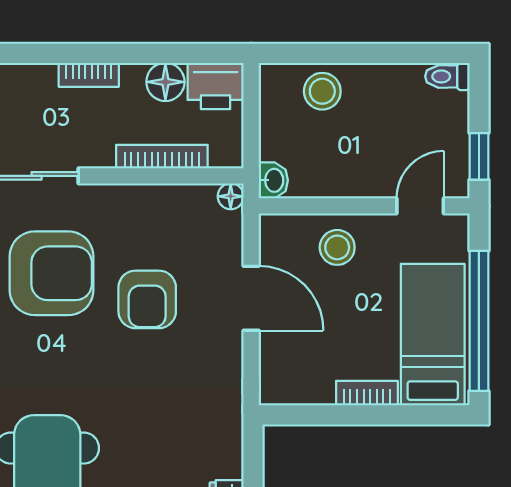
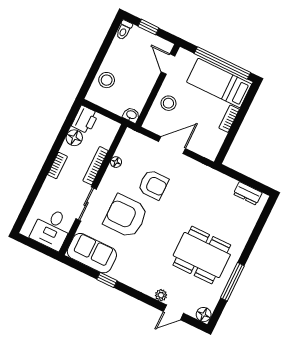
window: (479, 156) -> (148, 27), moved
bookcase: (162, 157) -> (96, 166), moved
floor lamp: (231, 196) -> (116, 162), moved
armchair: (52, 273) -> (126, 216), turned -90

